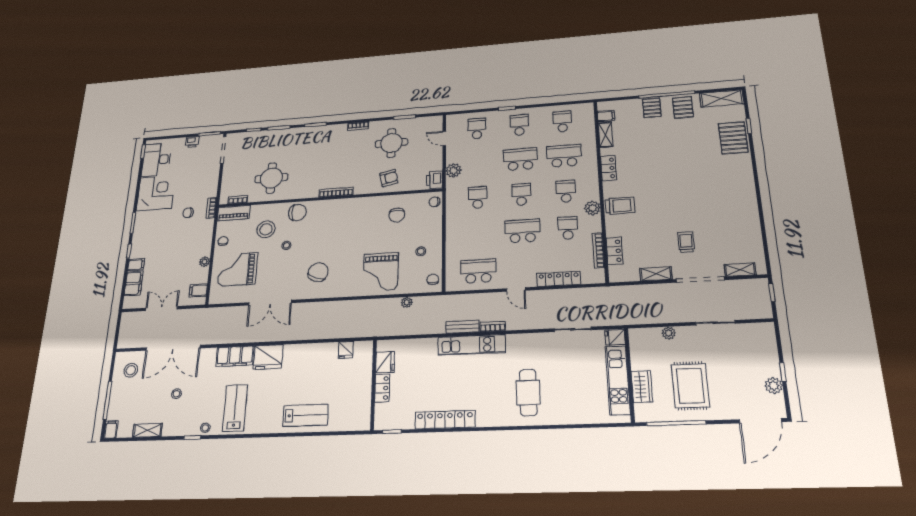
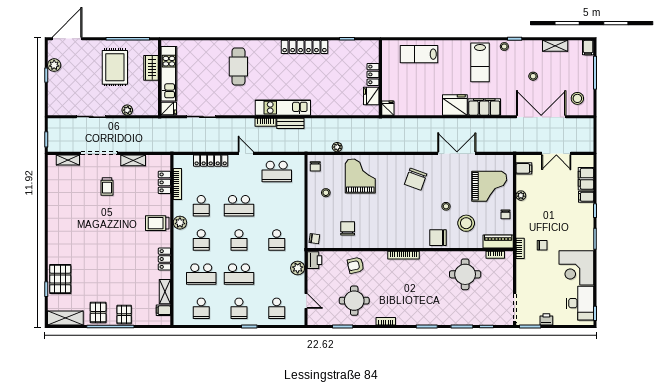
fridge: (385, 362) -> (371, 96), moved
wall: (373, 384) -> (380, 78), moved
locker: (382, 388) -> (373, 74), moved

